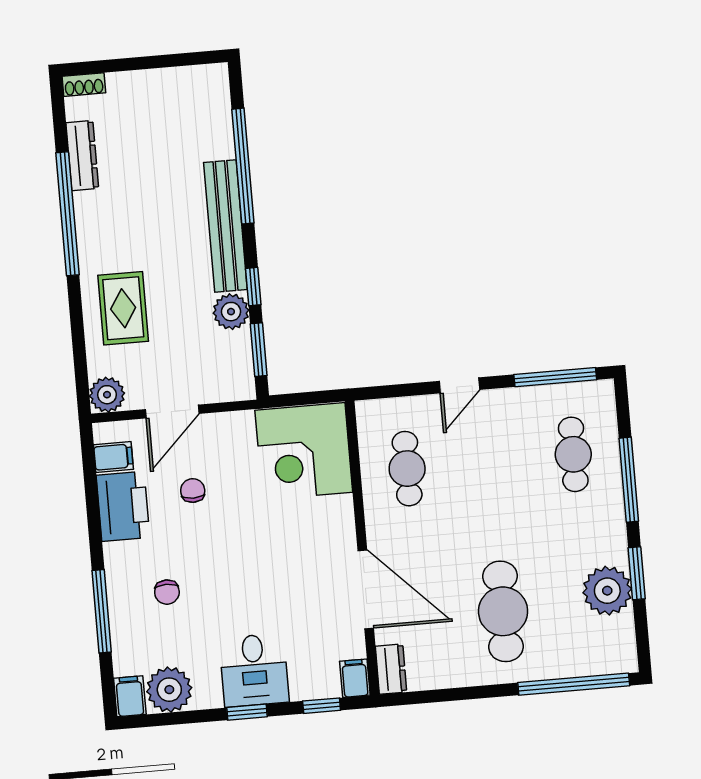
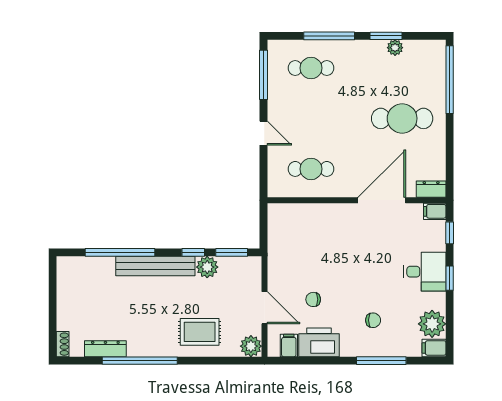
corner desk: (304, 451) -> (295, 230), removed
plant: (607, 591) -> (395, 48), width x0.53, depth x0.53

